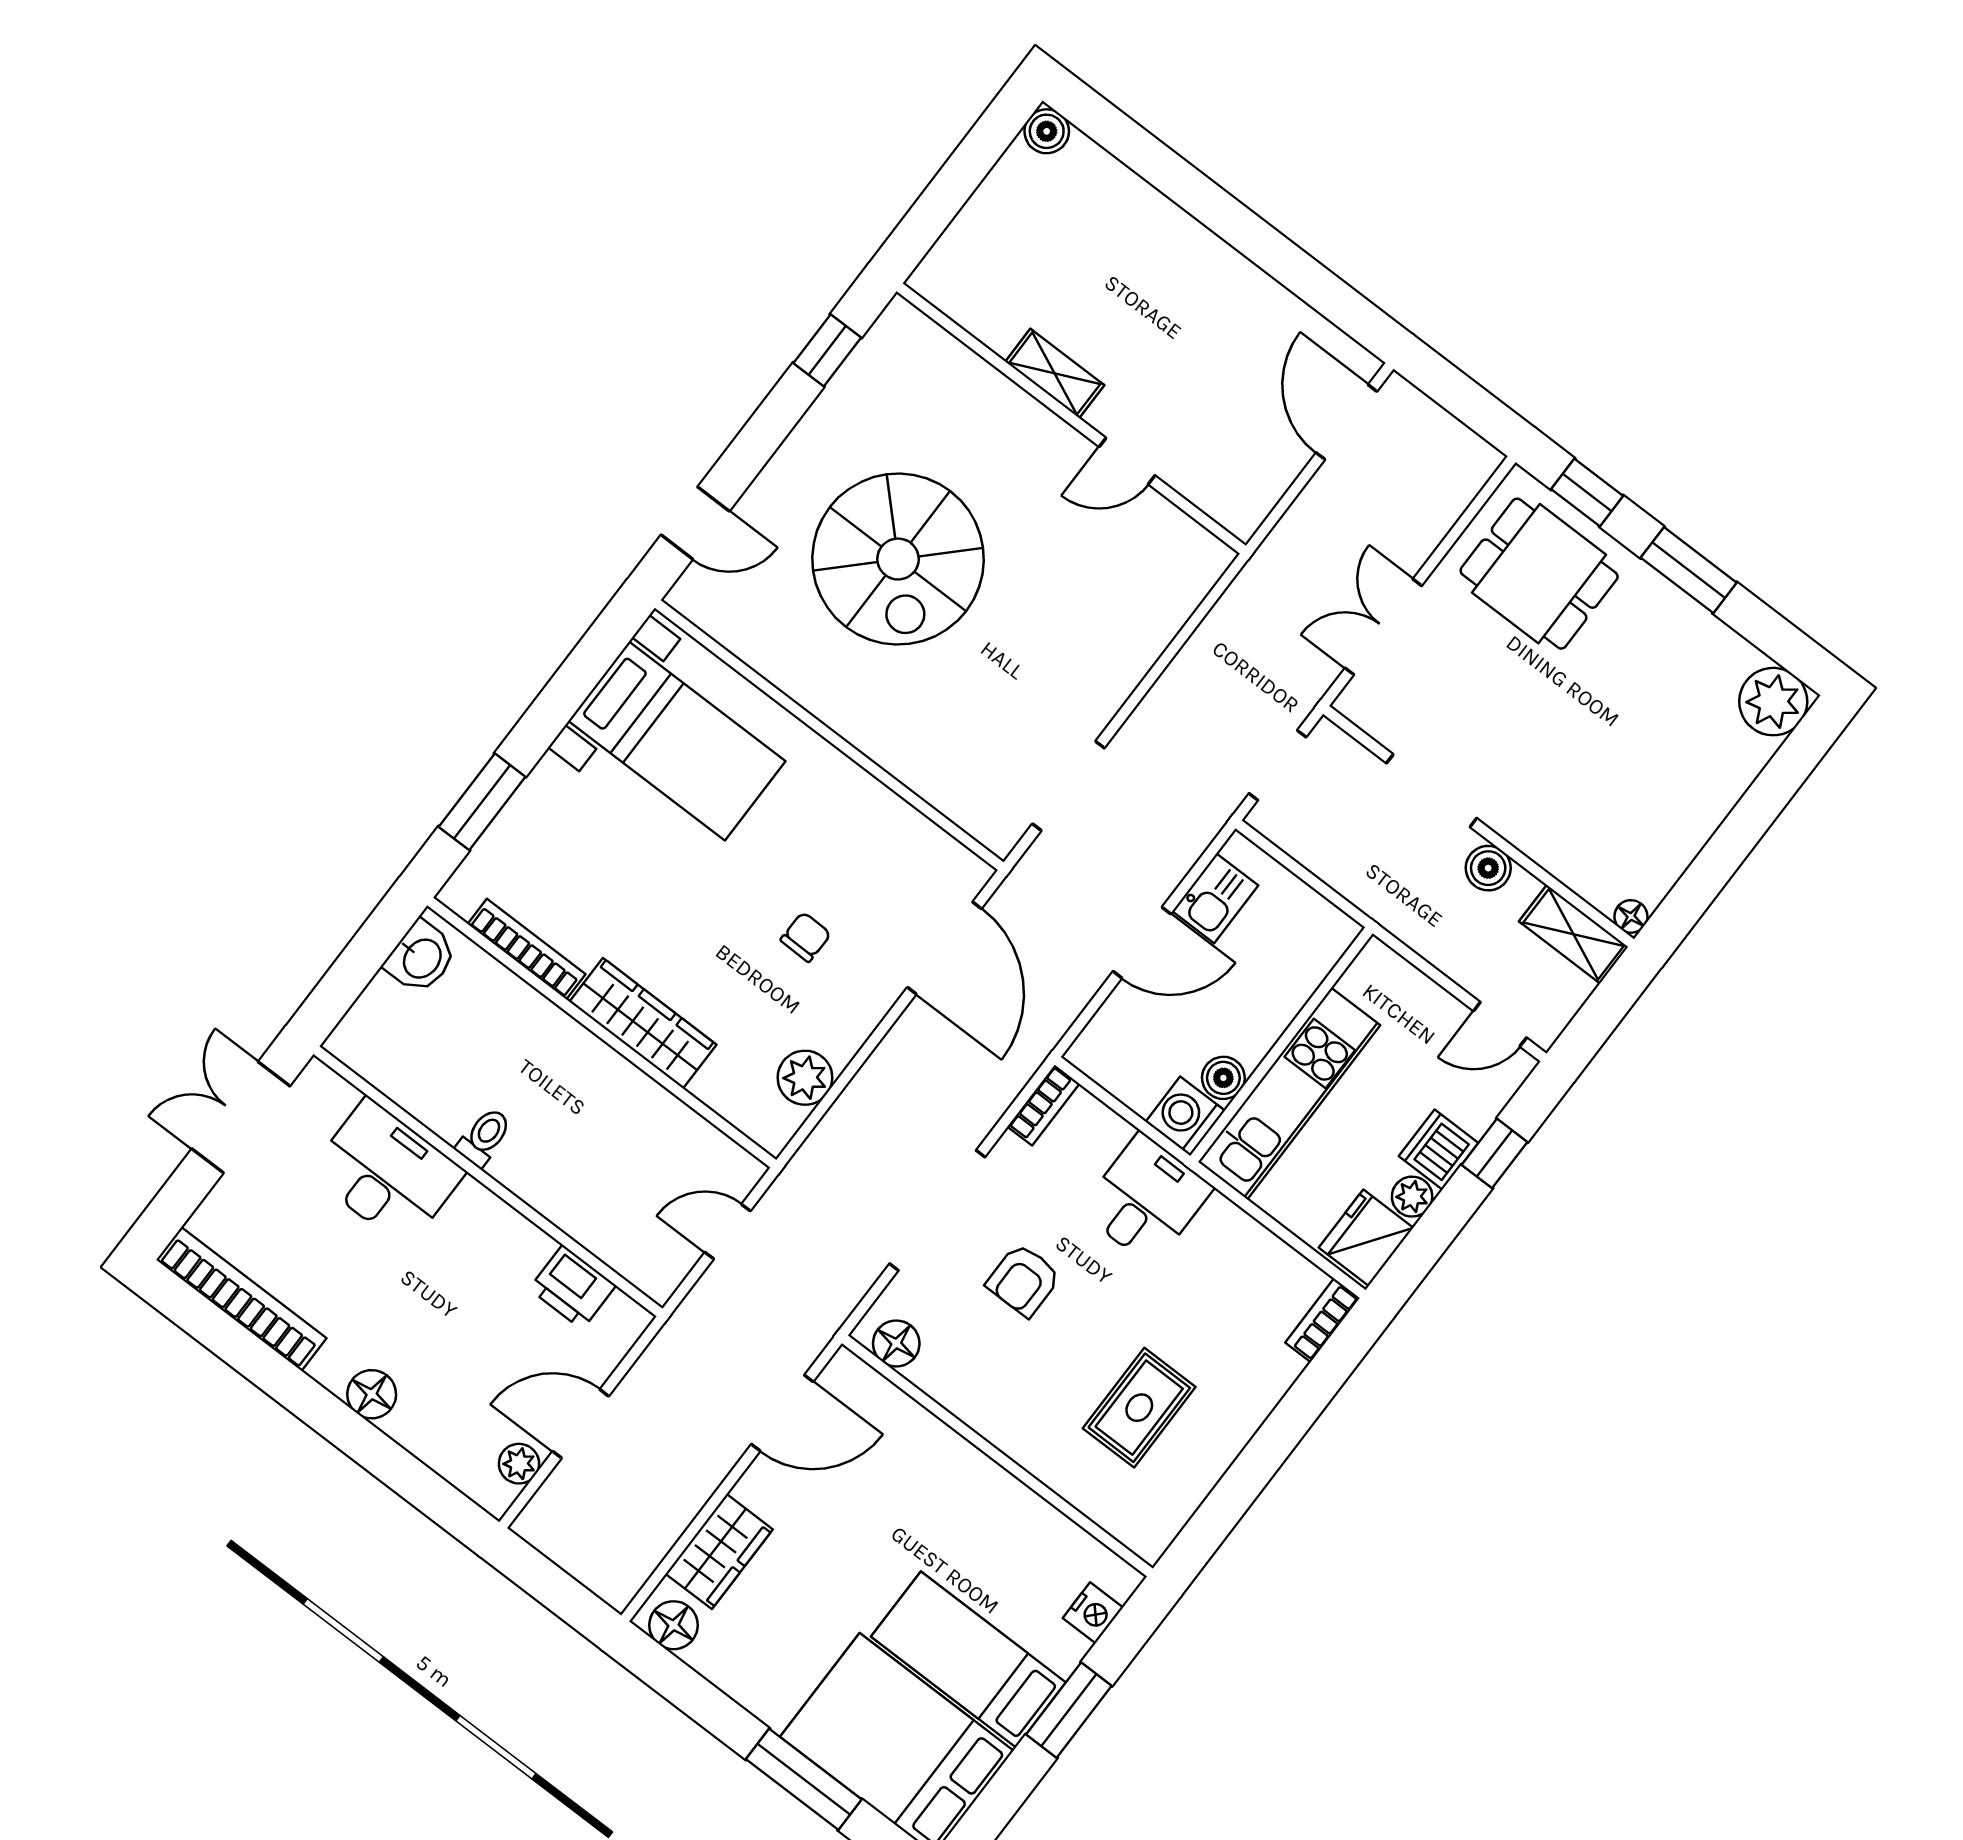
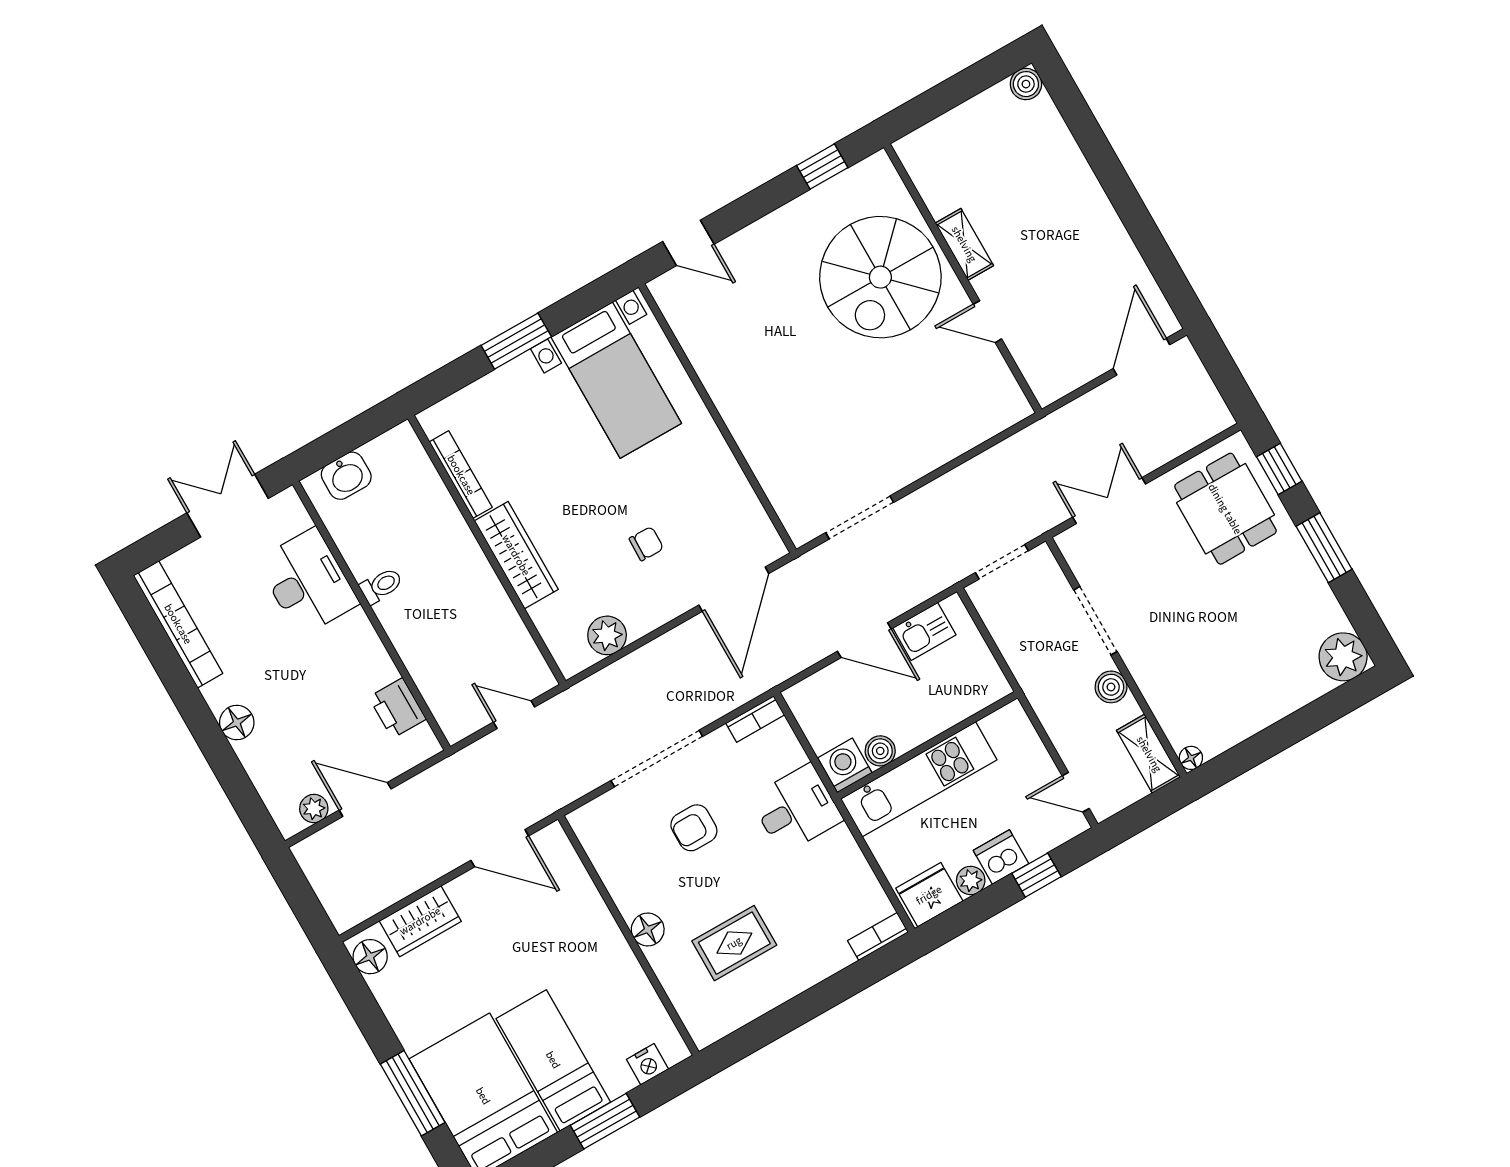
spiral stairs: (898, 559) -> (880, 277), moved
window: (482, 802) -> (516, 341), moved
washbasin: (421, 958) -> (346, 476), moved
floor lamp: (896, 1343) -> (648, 930), moved

